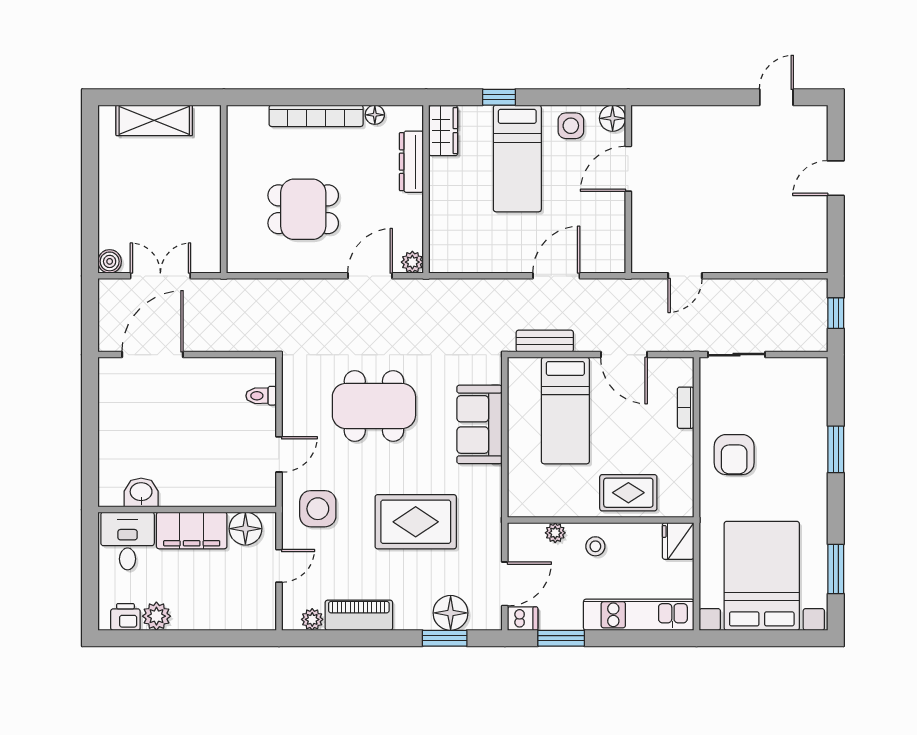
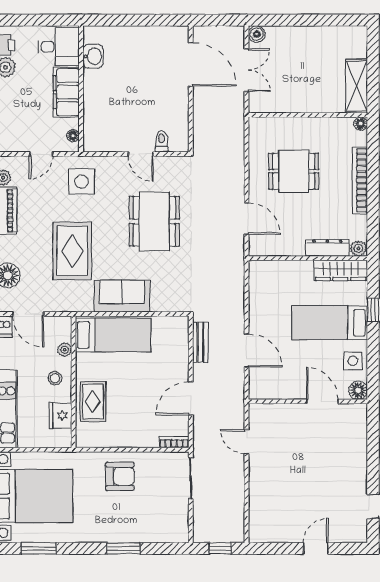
floor lamp: (375, 115) -> (361, 124), moved
shelving: (154, 120) -> (357, 86), moved
wardrobe: (443, 131) -> (341, 270), width x1.50
door: (836, 178) -> (316, 548), hinge flipped
dining table: (303, 209) -> (294, 171), turned 90
plant: (412, 262) -> (358, 248), moved
bookcase: (686, 408) -> (174, 442), moved
bed: (565, 411) -> (113, 335), moved, turned 180
sofa: (480, 424) -> (122, 296), moved
door: (279, 454) -> (141, 154), moved
armchair: (734, 455) -> (120, 476), turned 180
floor lamp: (245, 529) -> (73, 136), width x0.53, depth x0.53
fridge: (678, 541) -> (60, 416), moved, turned -90
door: (279, 566) -> (41, 154), hinge flipped

